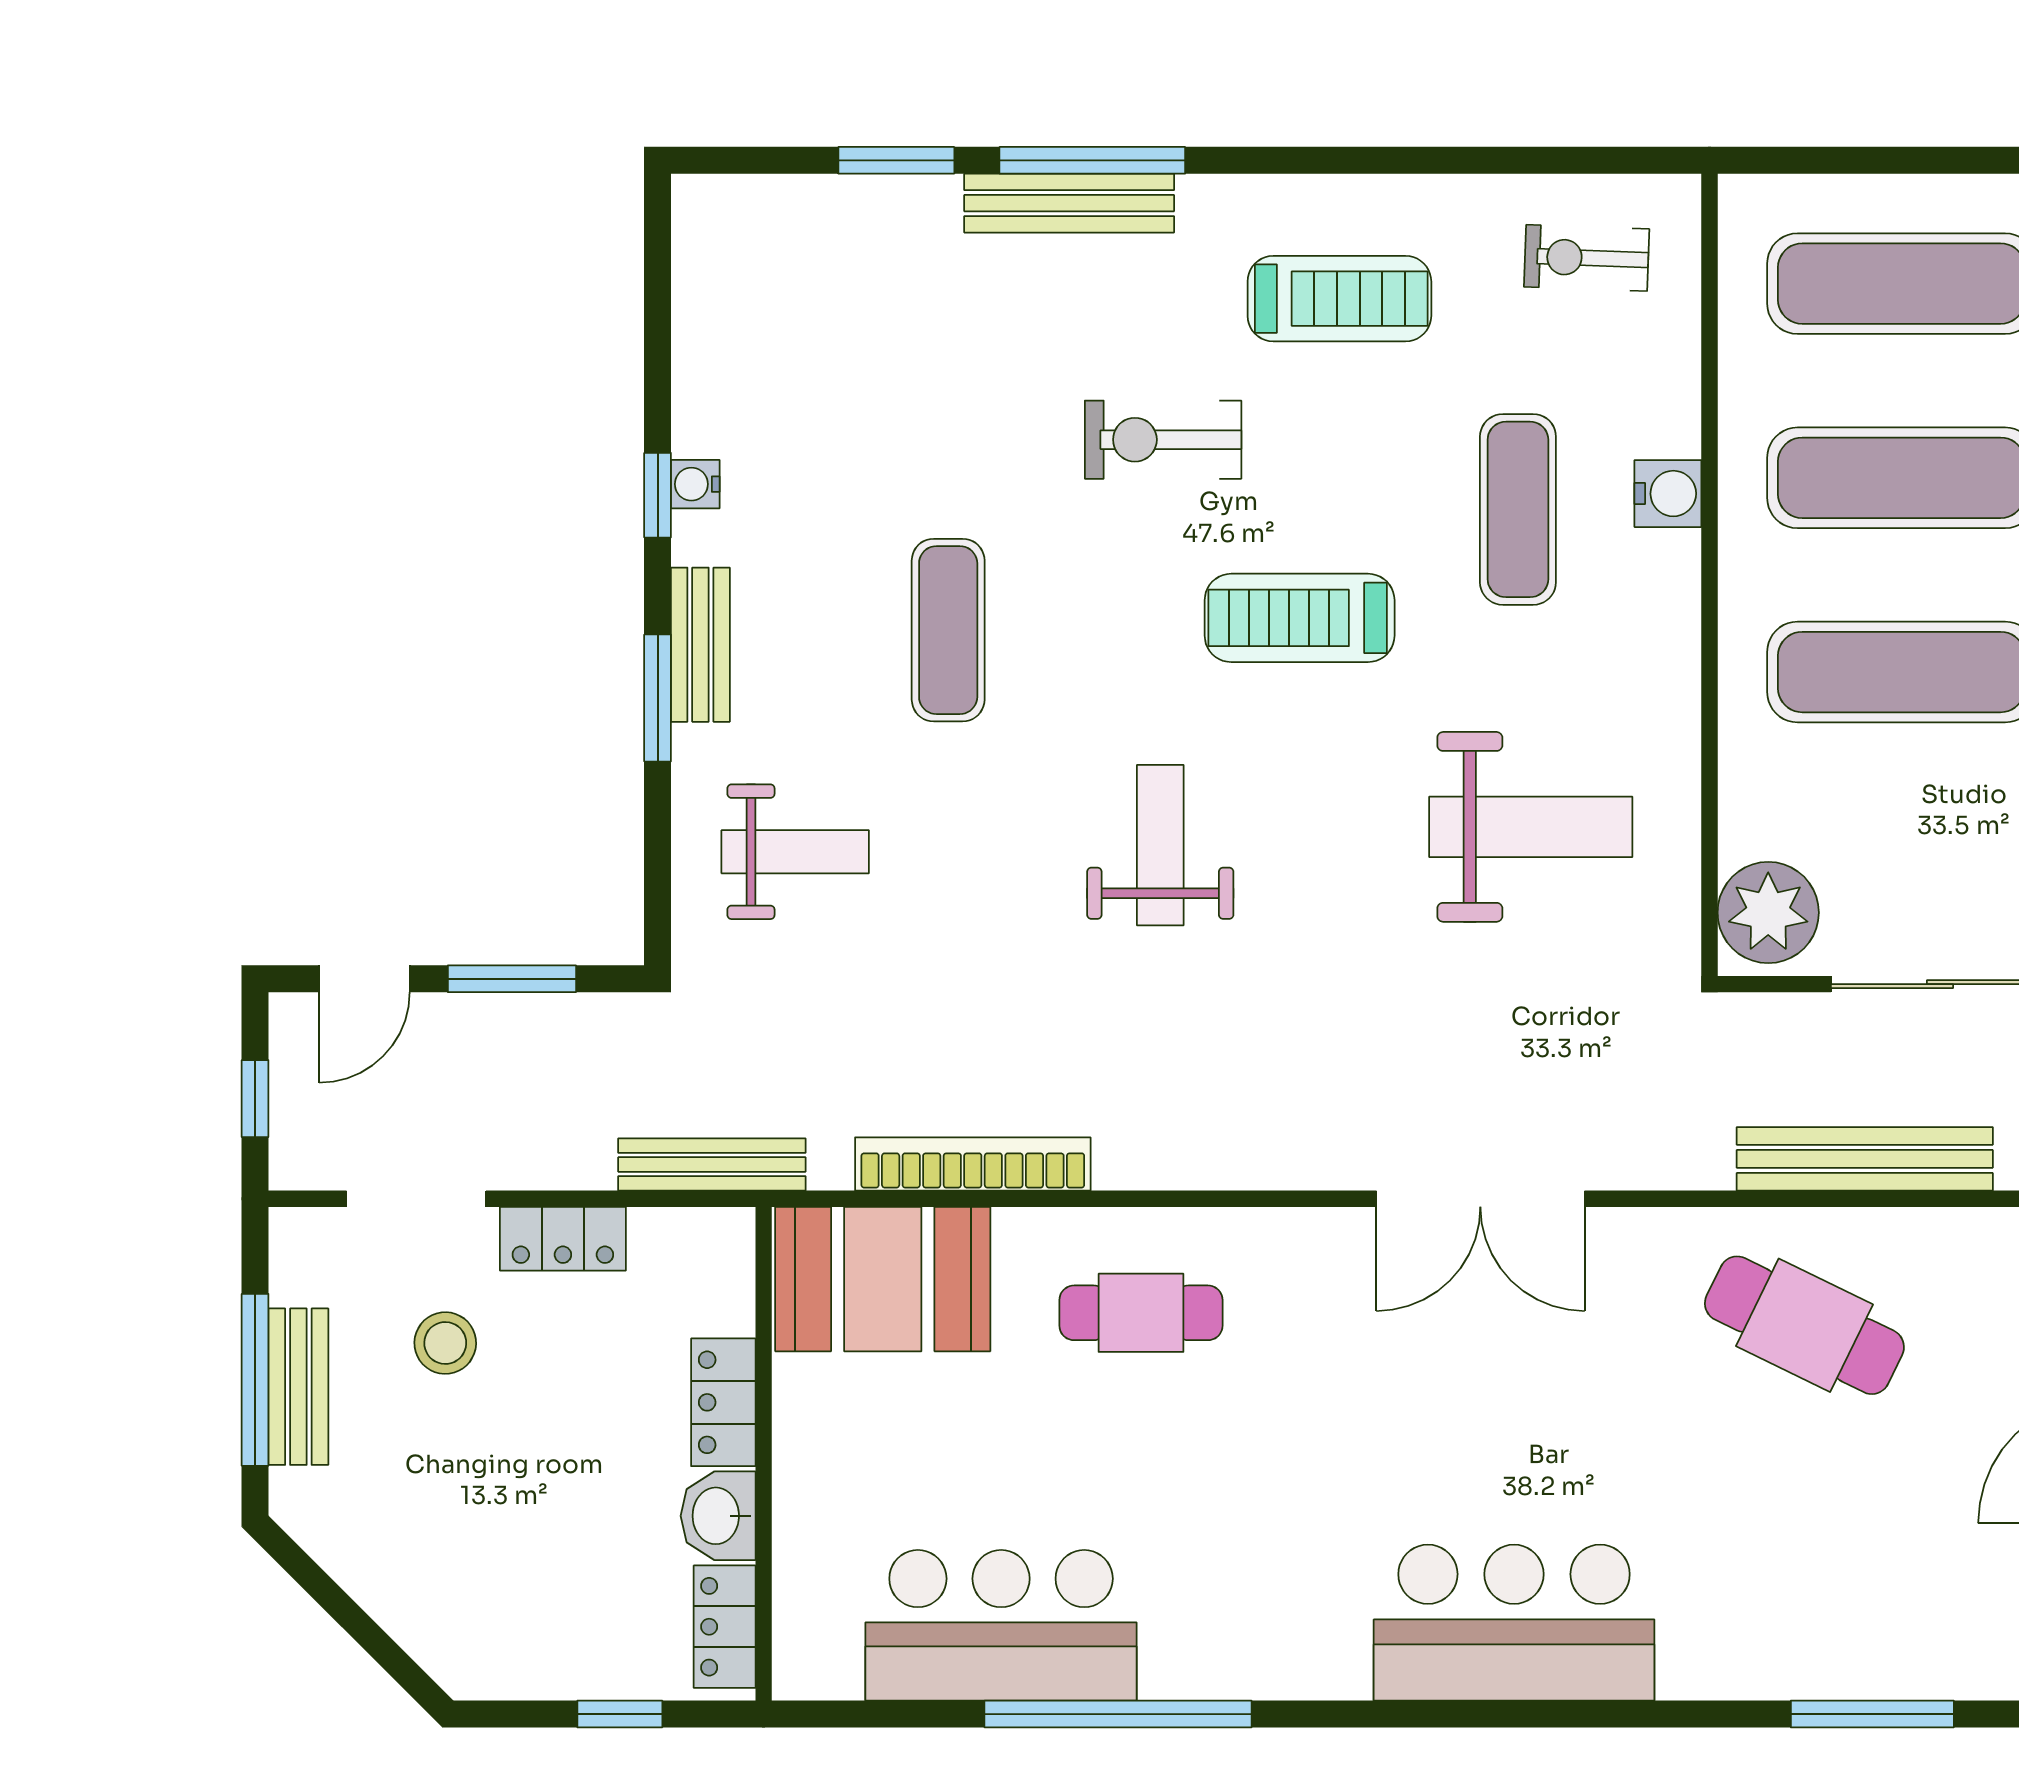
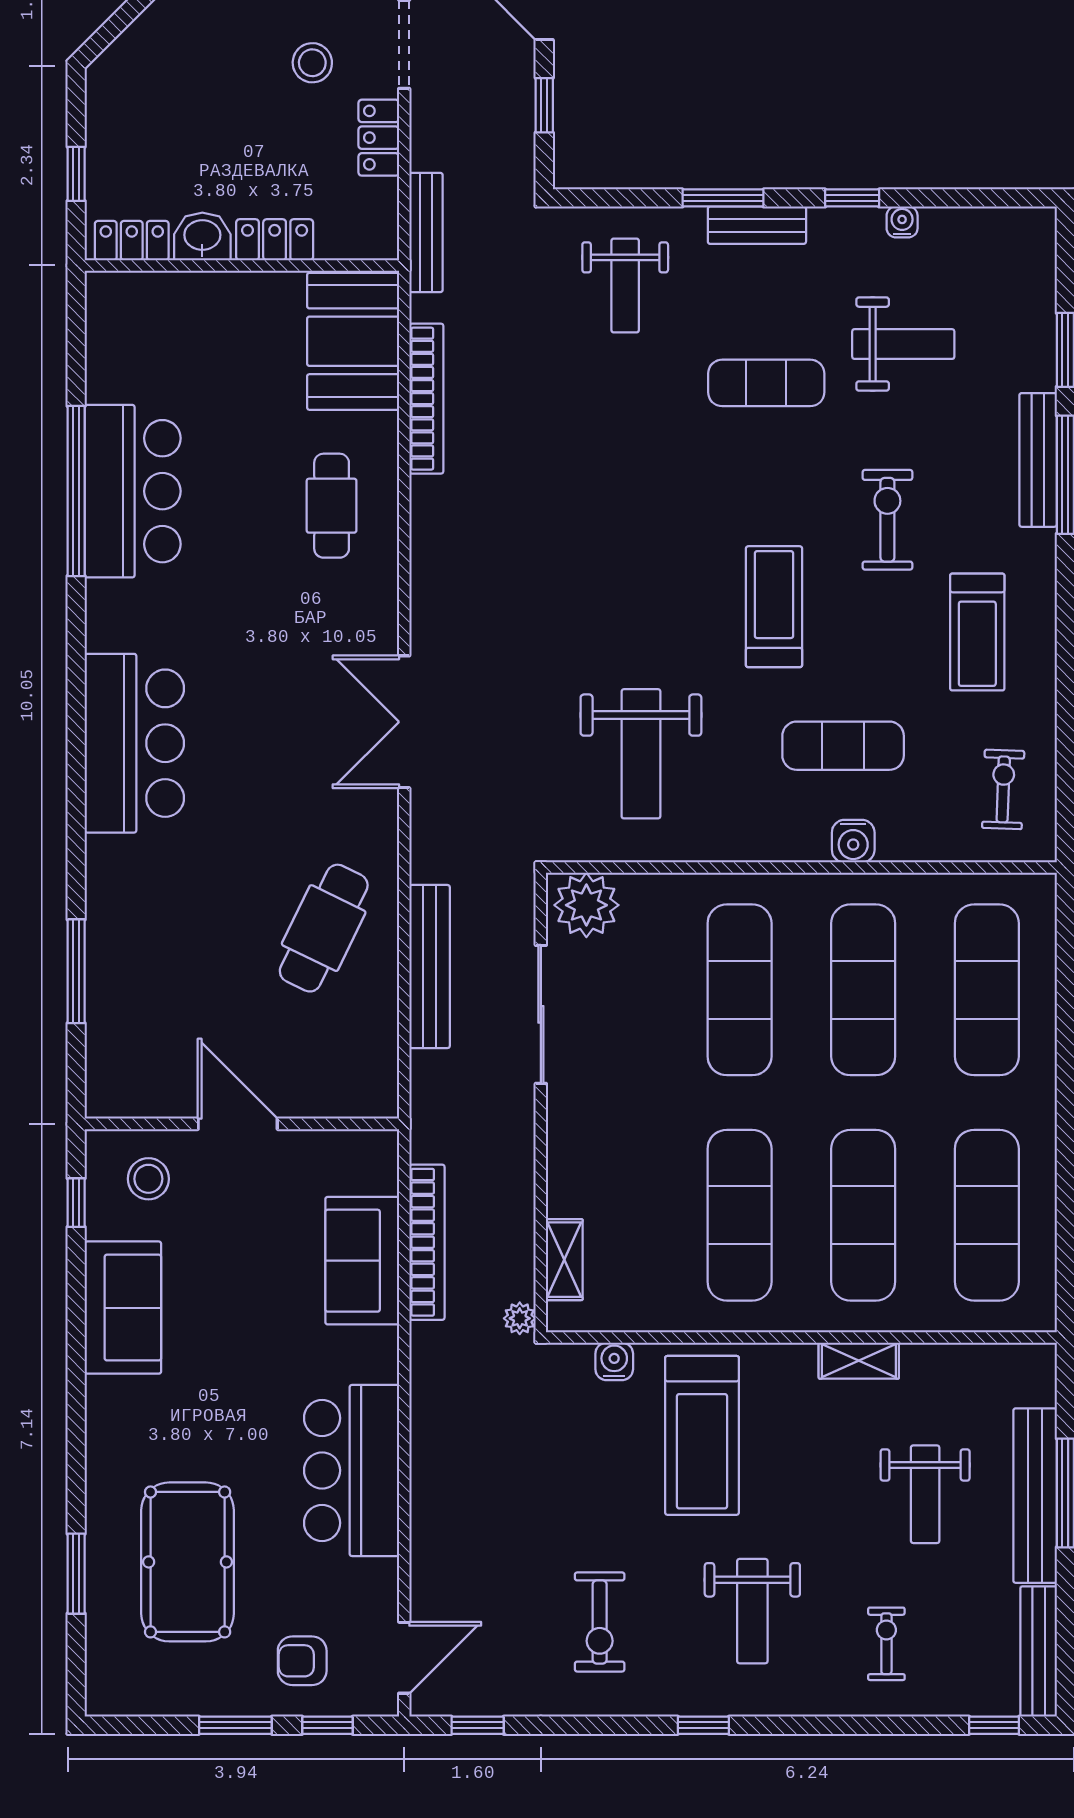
water cooler: (695, 484) -> (902, 222), moved
weight bench: (1160, 845) -> (903, 344), moved
window: (512, 979) -> (544, 105), width x0.67
bar counter: (1001, 1625) -> (133, 491), moved

